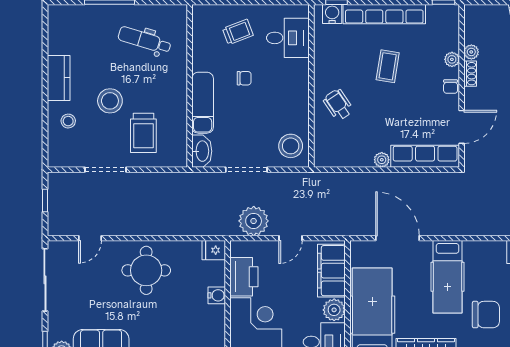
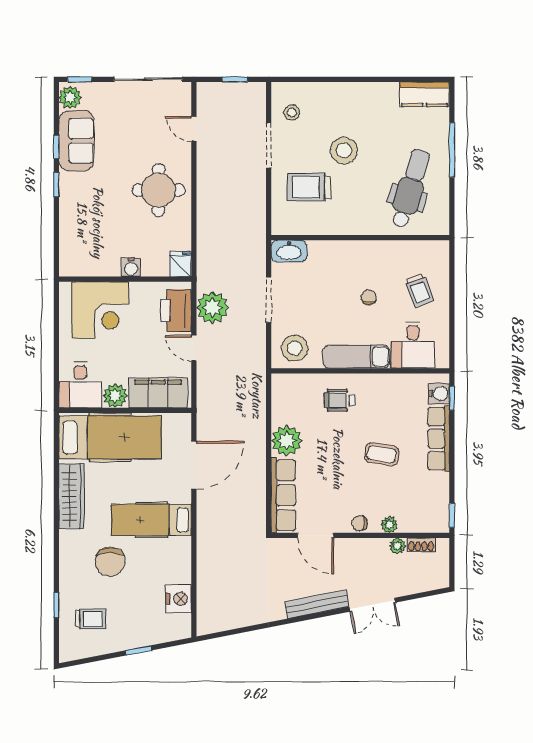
row of seats: (384, 14) -> (439, 439), width x0.73
dental chair: (145, 40) -> (410, 188), width x1.36, depth x1.38
shoe rack: (470, 74) -> (421, 545), moved
kitchen counter: (59, 78) -> (425, 94), moved
chair: (244, 78) -> (369, 297), turned 180
exam couch: (203, 103) -> (356, 357), moved, turned 180
wheelchair: (338, 105) -> (340, 400), turned -146
stool: (68, 121) -> (292, 113), moved
plant: (382, 160) -> (287, 441), width x1.88, depth x1.88
printer: (244, 277) -> (176, 311), moved, turned 90

